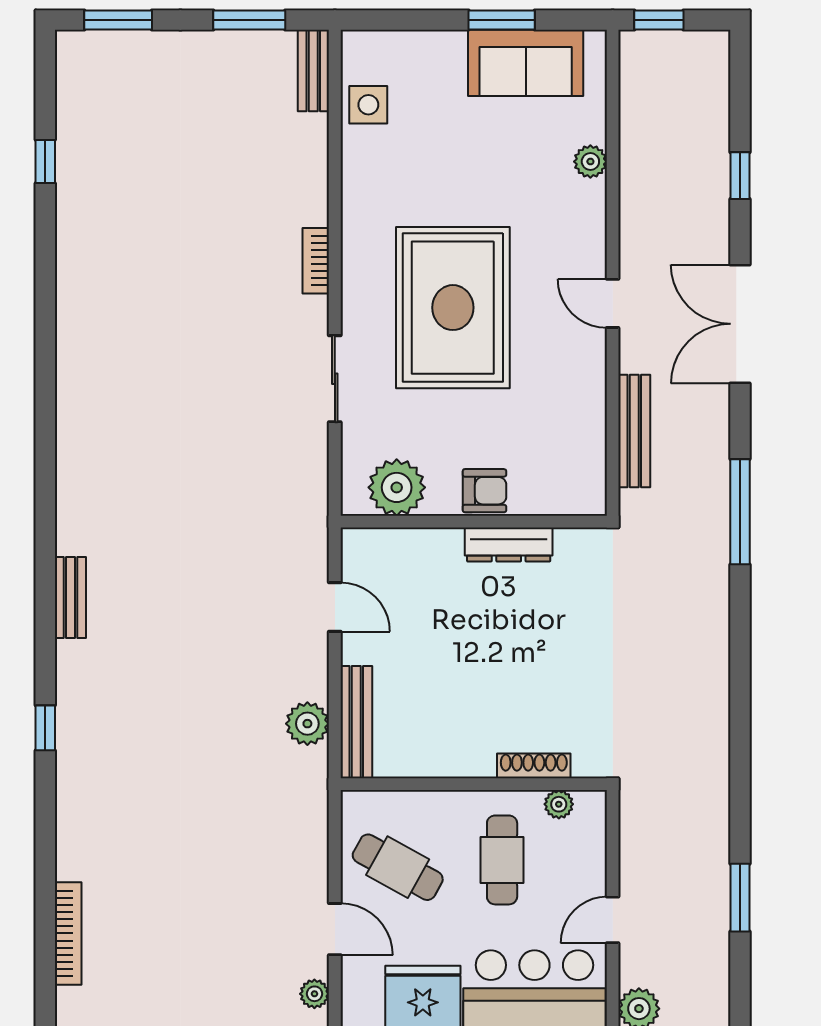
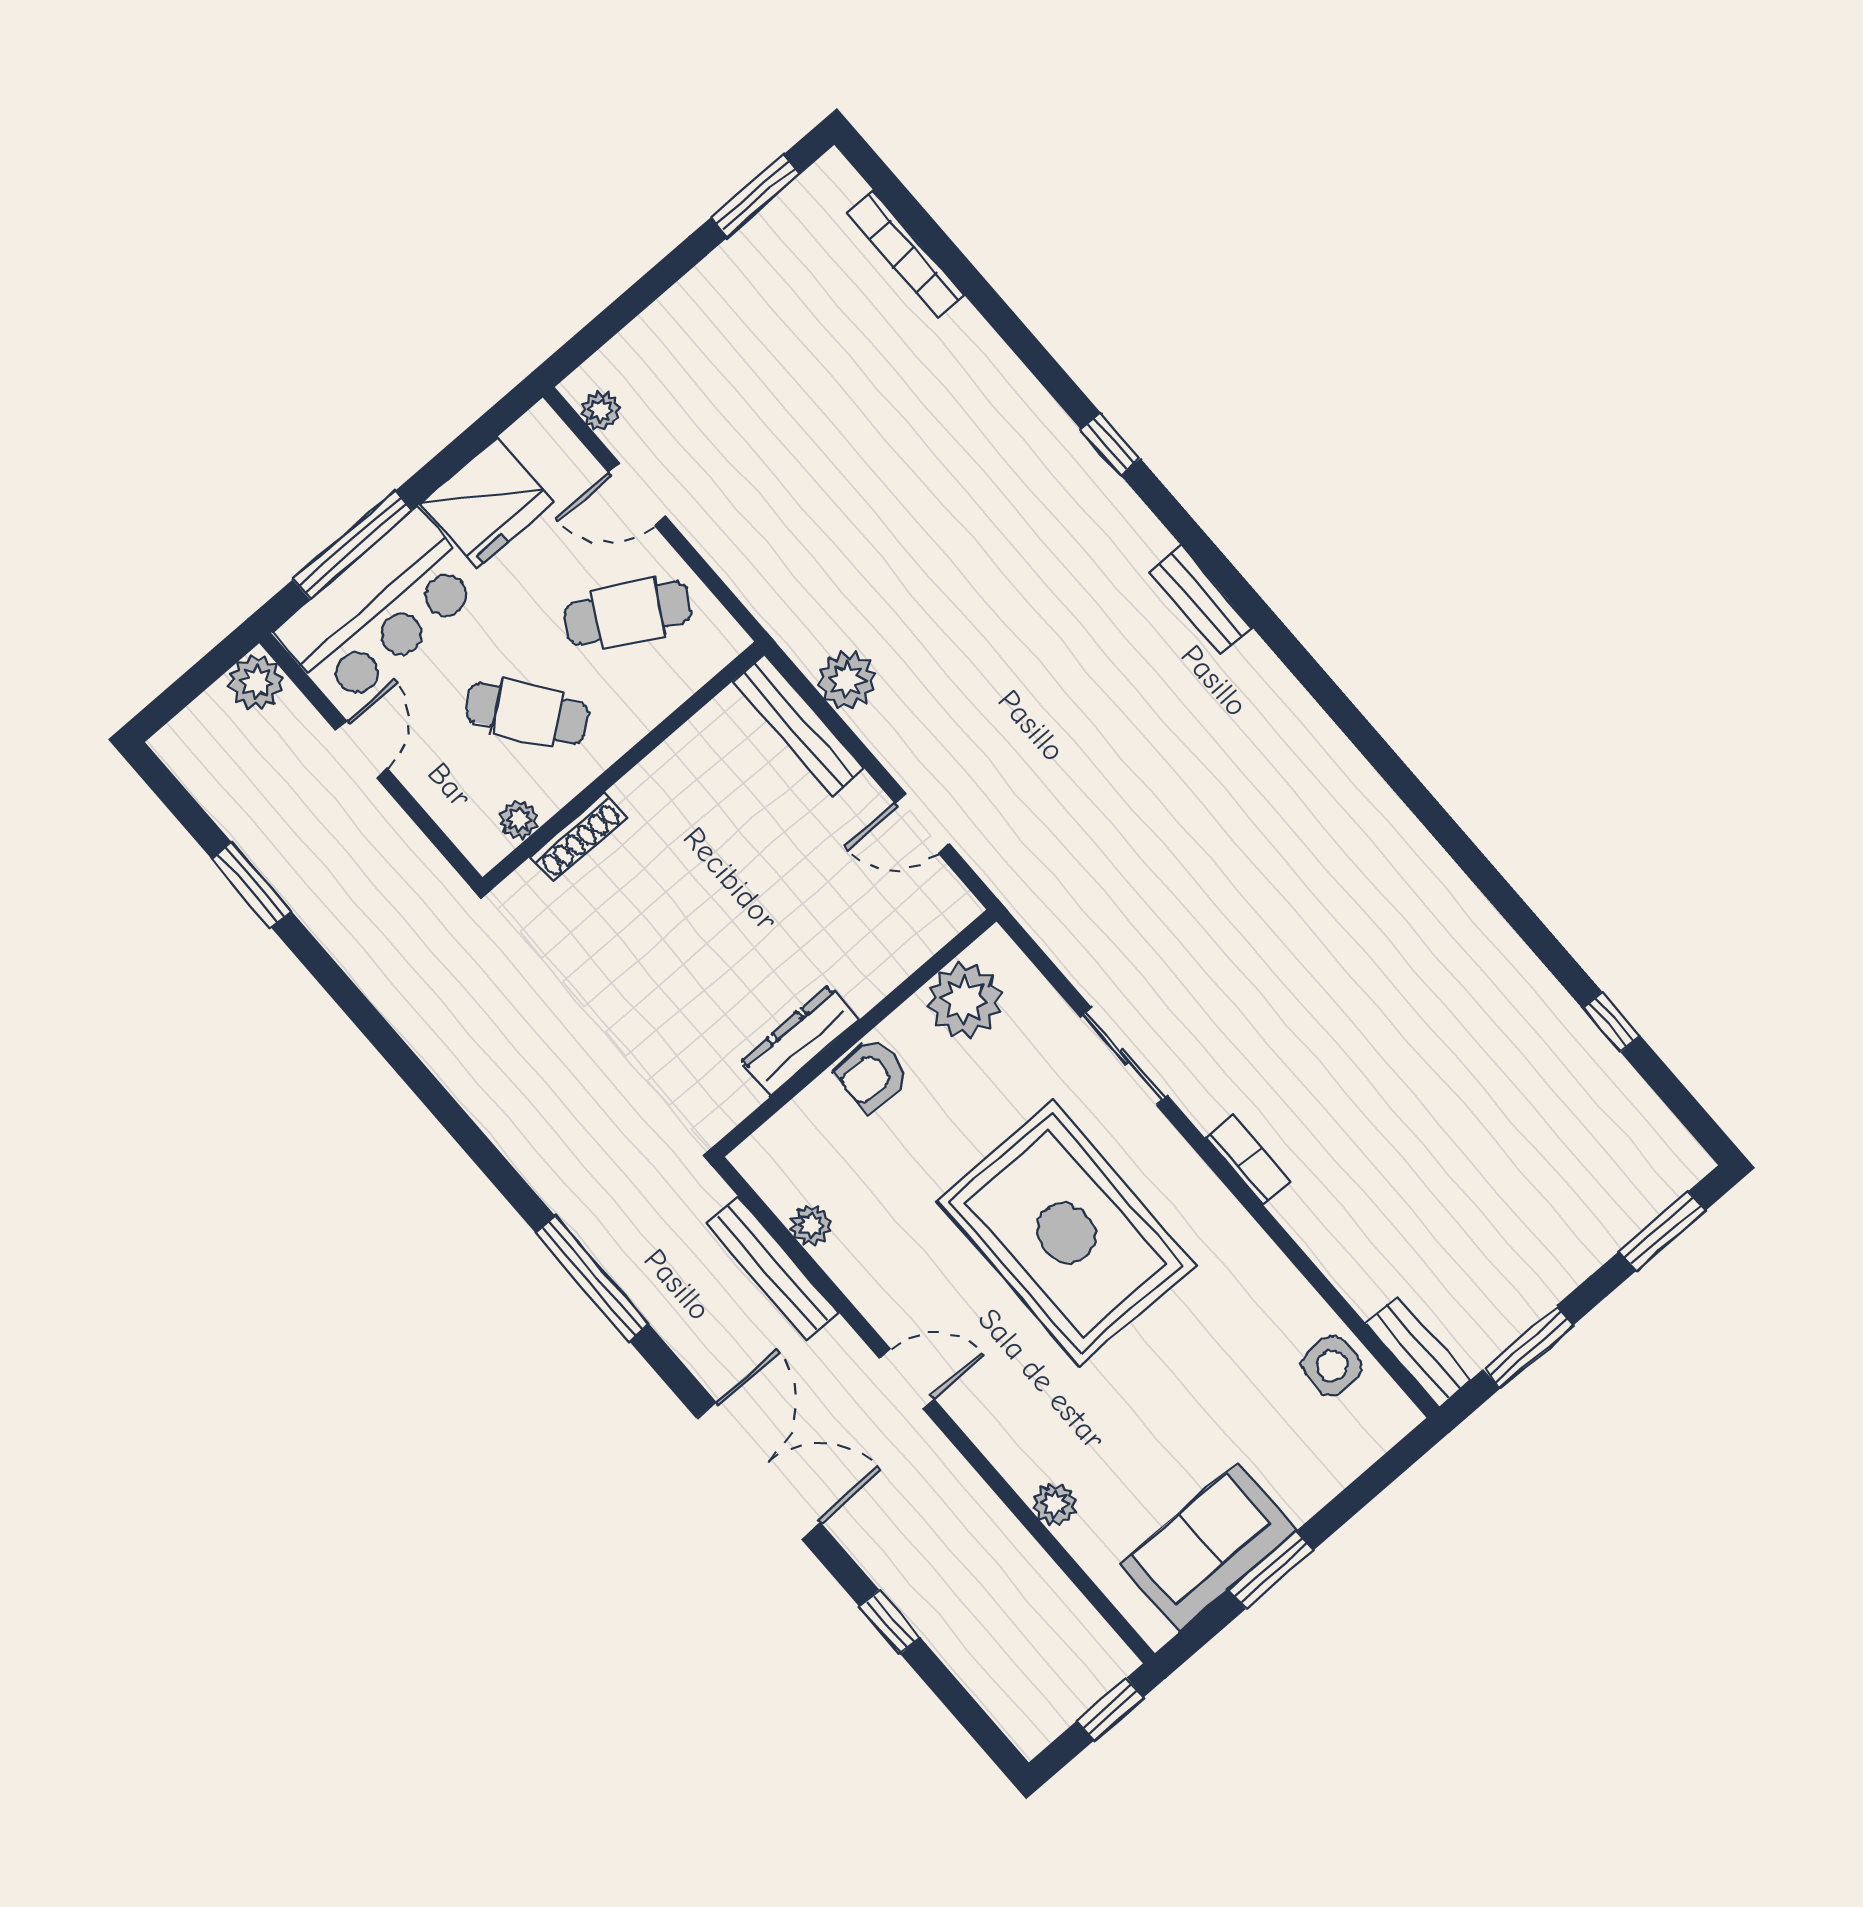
plant: (592, 436) -> (811, 1225), added
cafe table: (502, 860) -> (527, 713), turned -37

